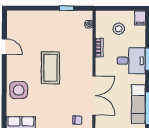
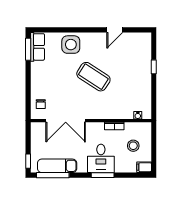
window: (67, 8) -> (154, 67), moved
coffee table: (50, 68) -> (93, 77), turned 33

